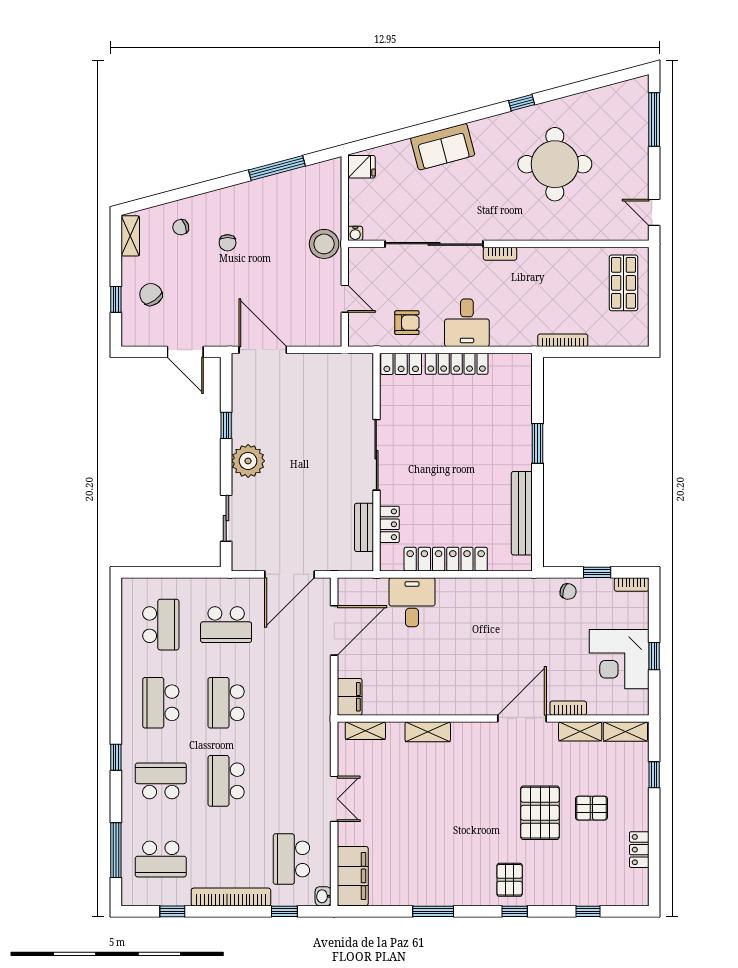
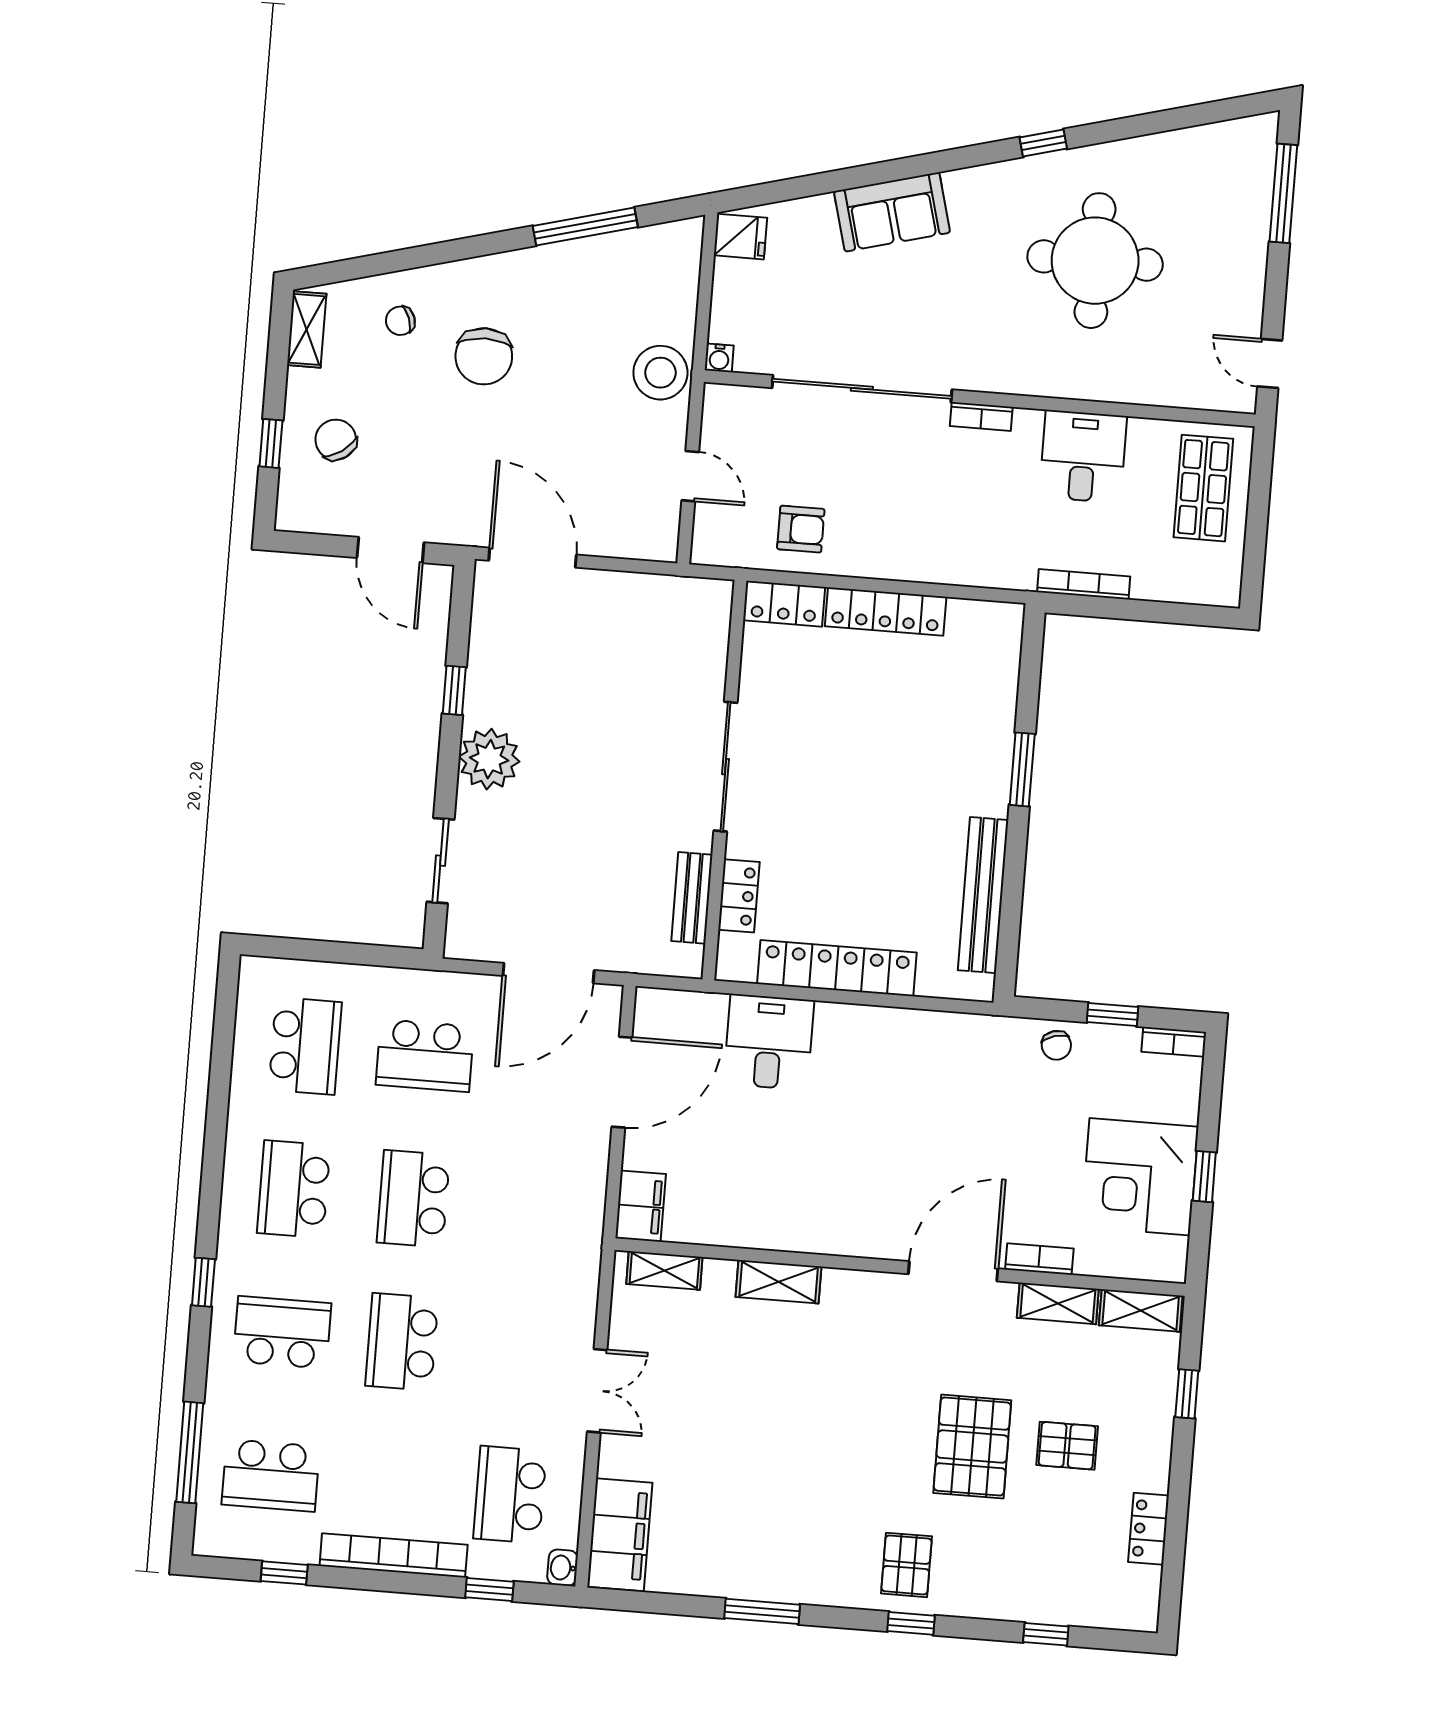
chair: (228, 243) -> (484, 356), width x1.87, depth x1.87
desk: (467, 323) -> (1083, 457), moved, turned 180
chair: (568, 591) -> (1056, 1045), turned 57

